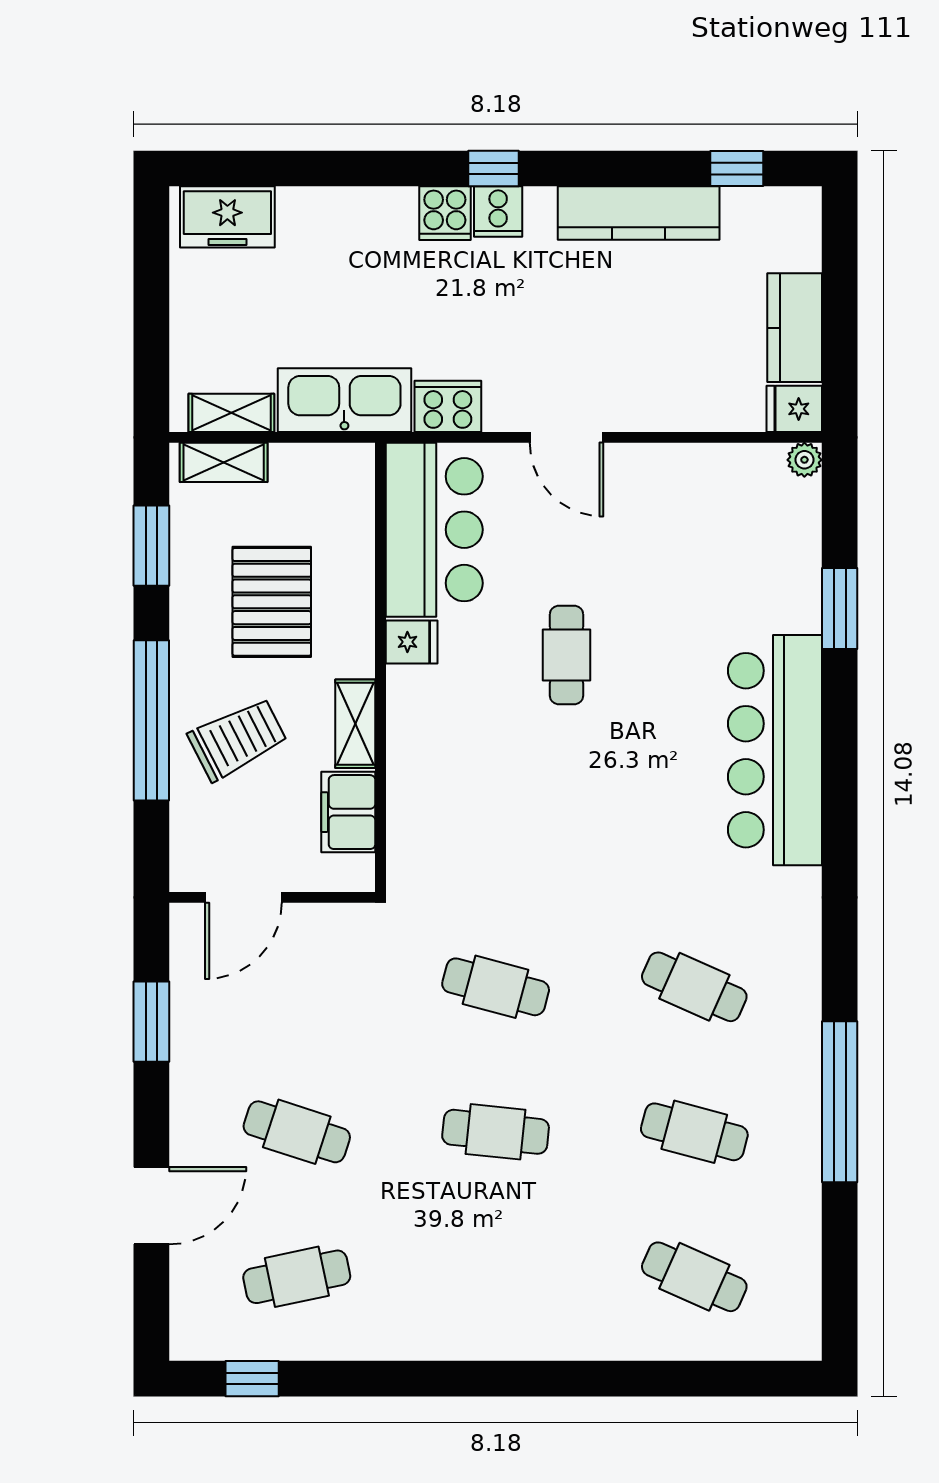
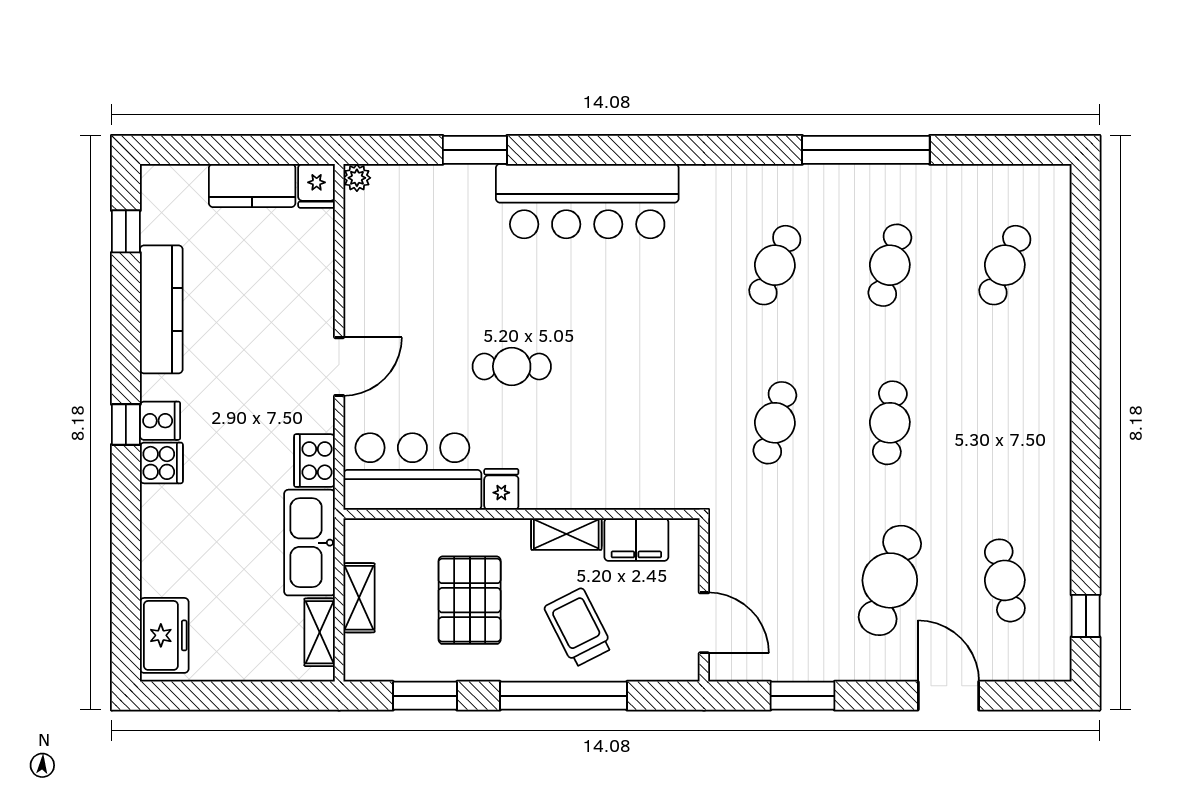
shelving: (224, 462) -> (359, 598), moved
pallet: (272, 602) -> (470, 600), turned 90
cafe table: (297, 1132) -> (890, 580), width x1.37, depth x1.35

